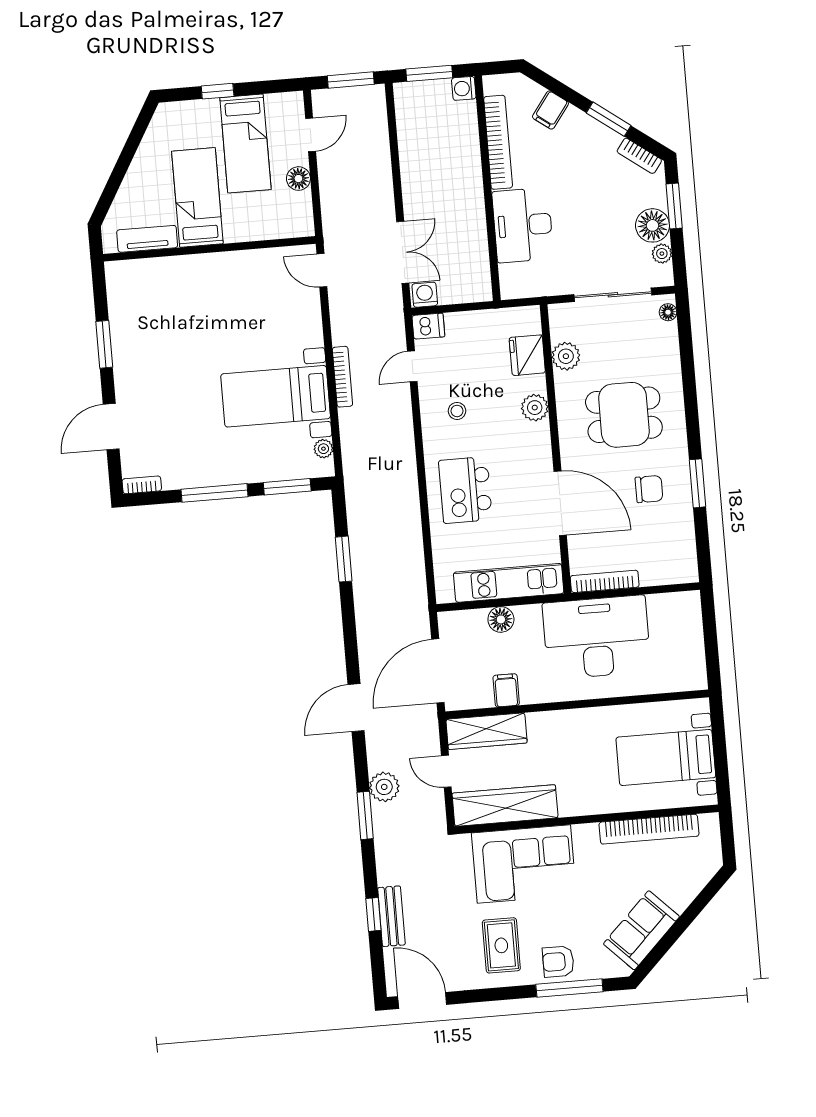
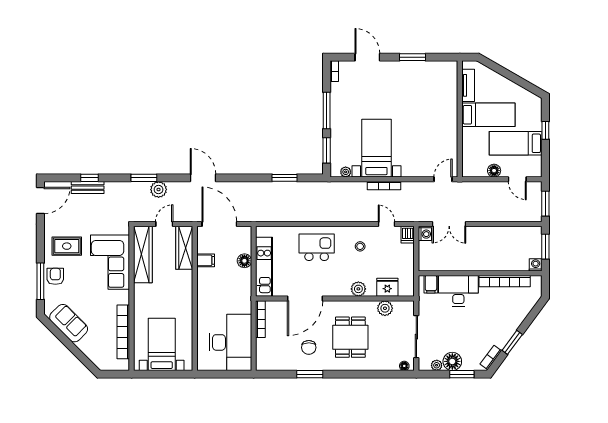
filing cabinet: (550, 110) -> (431, 284), moved, turned -126
desk: (597, 637) -> (230, 342), moved

